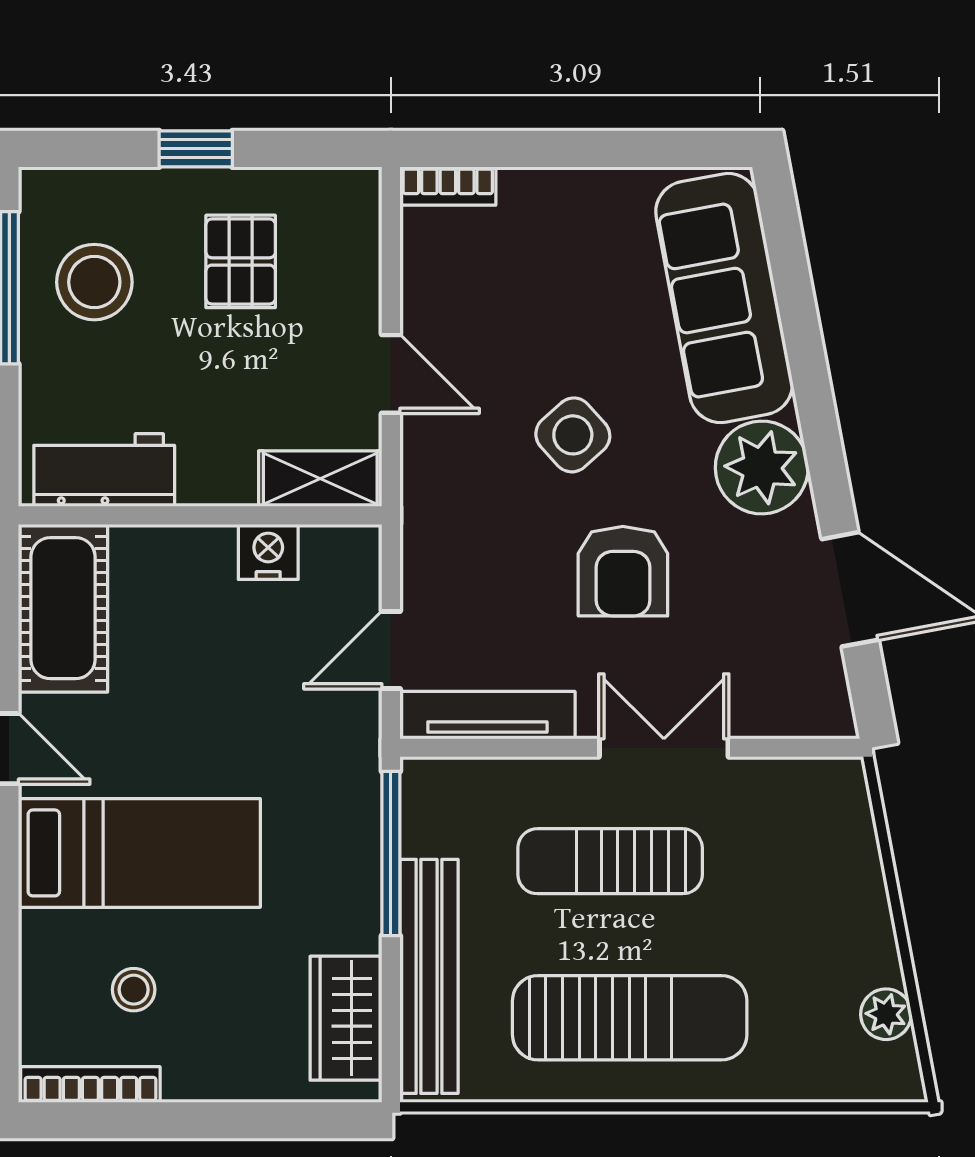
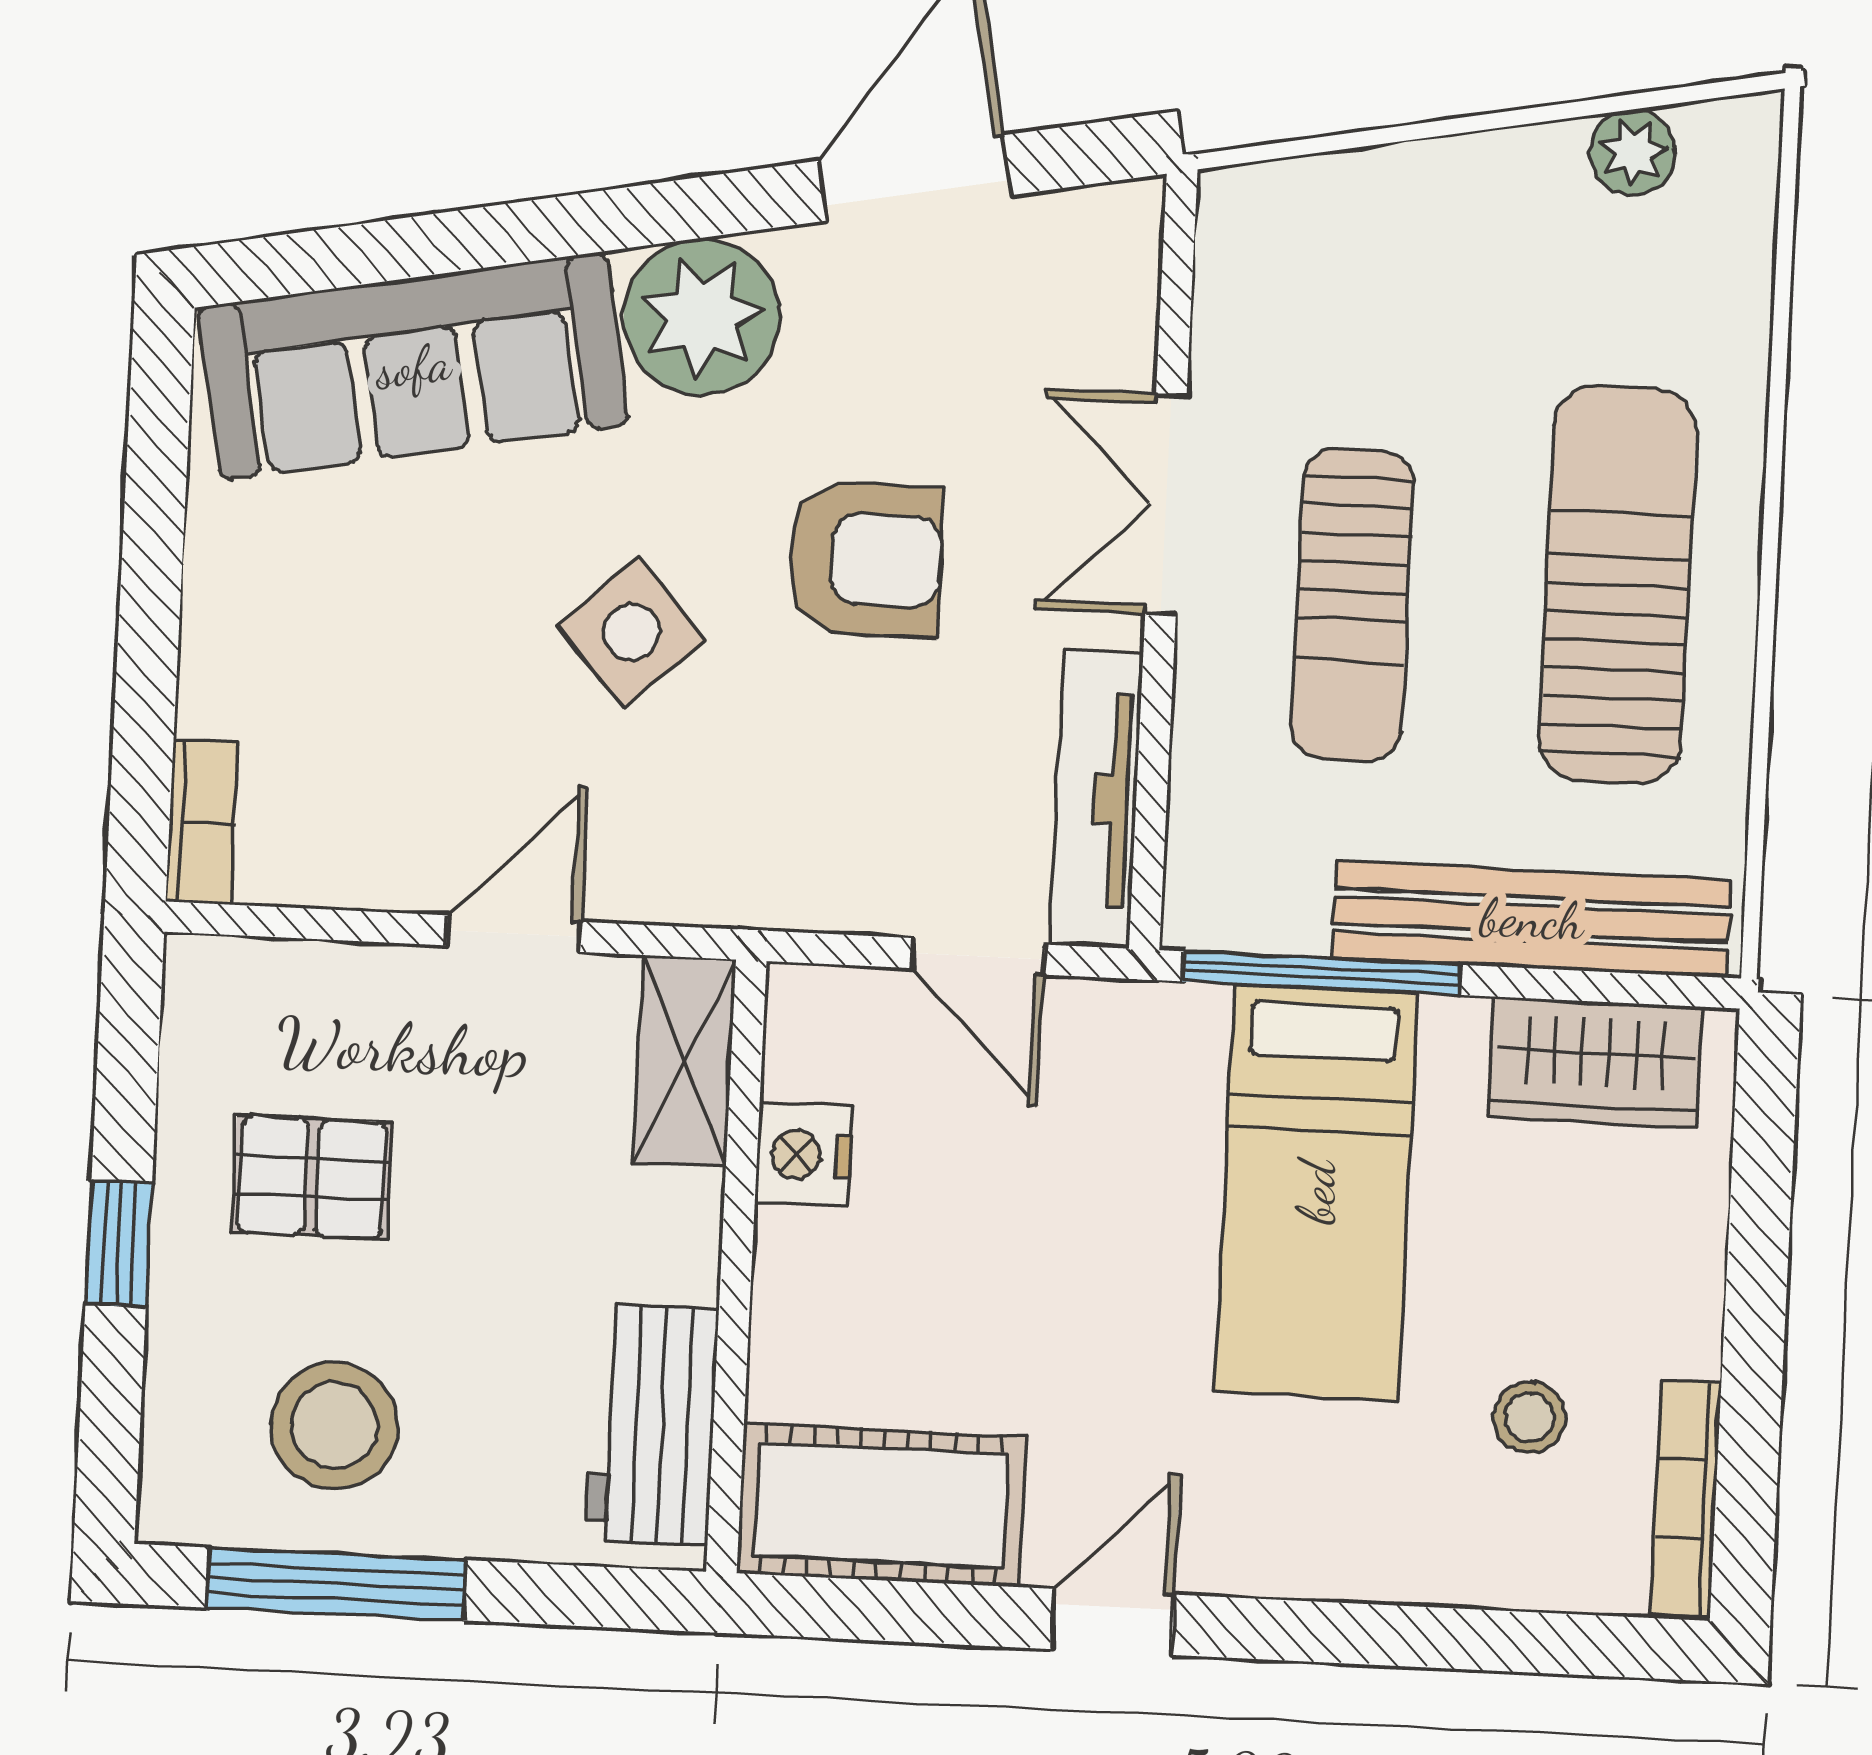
bed: (139, 853) -> (1316, 1192), moved, turned 180

